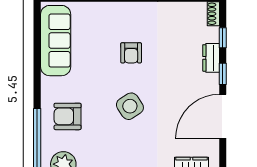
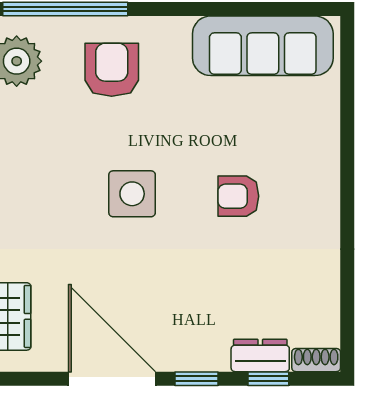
dresser: (211, 58) -> (260, 355), moved
side table: (130, 106) -> (132, 194), turned 33

